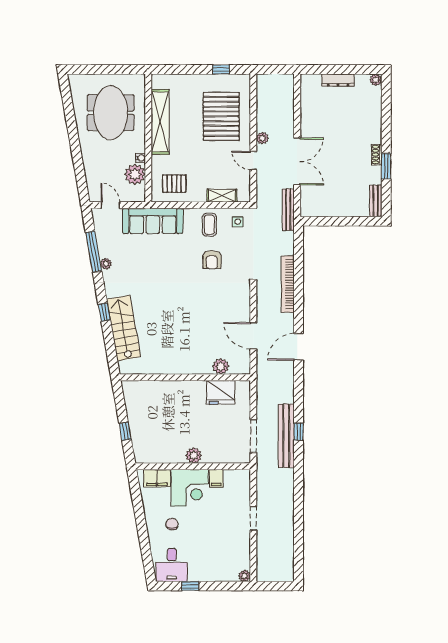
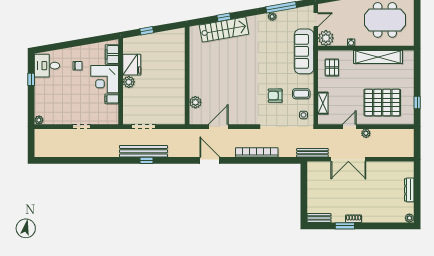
plant: (135, 174) -> (326, 38), moved
window: (104, 312) -> (224, 17), moved
fridge: (221, 392) -> (132, 65), moved, turned 180

